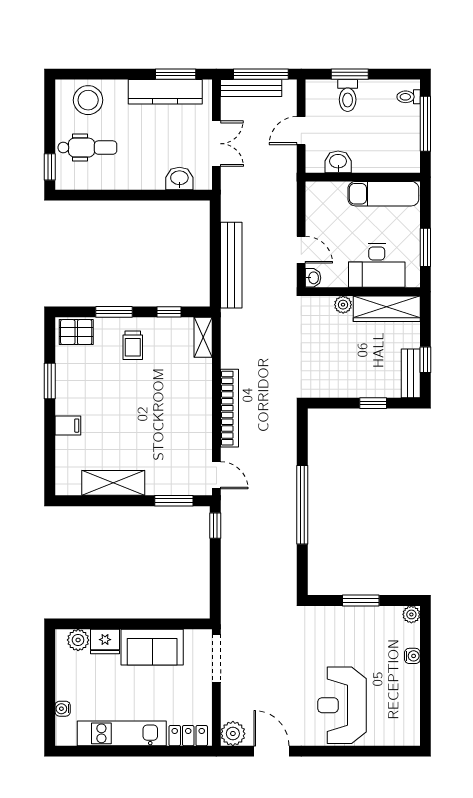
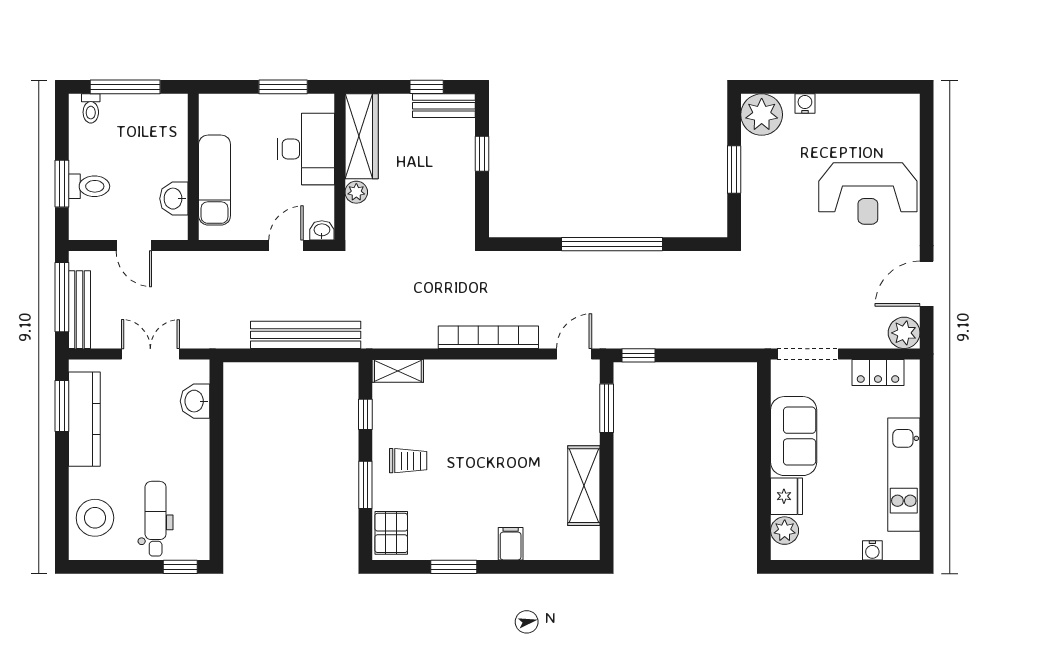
exam couch: (383, 194) -> (215, 180), moved
plant: (411, 614) -> (762, 115), width x1.87, depth x1.87
locker: (188, 736) -> (878, 372), moved, turned -90

